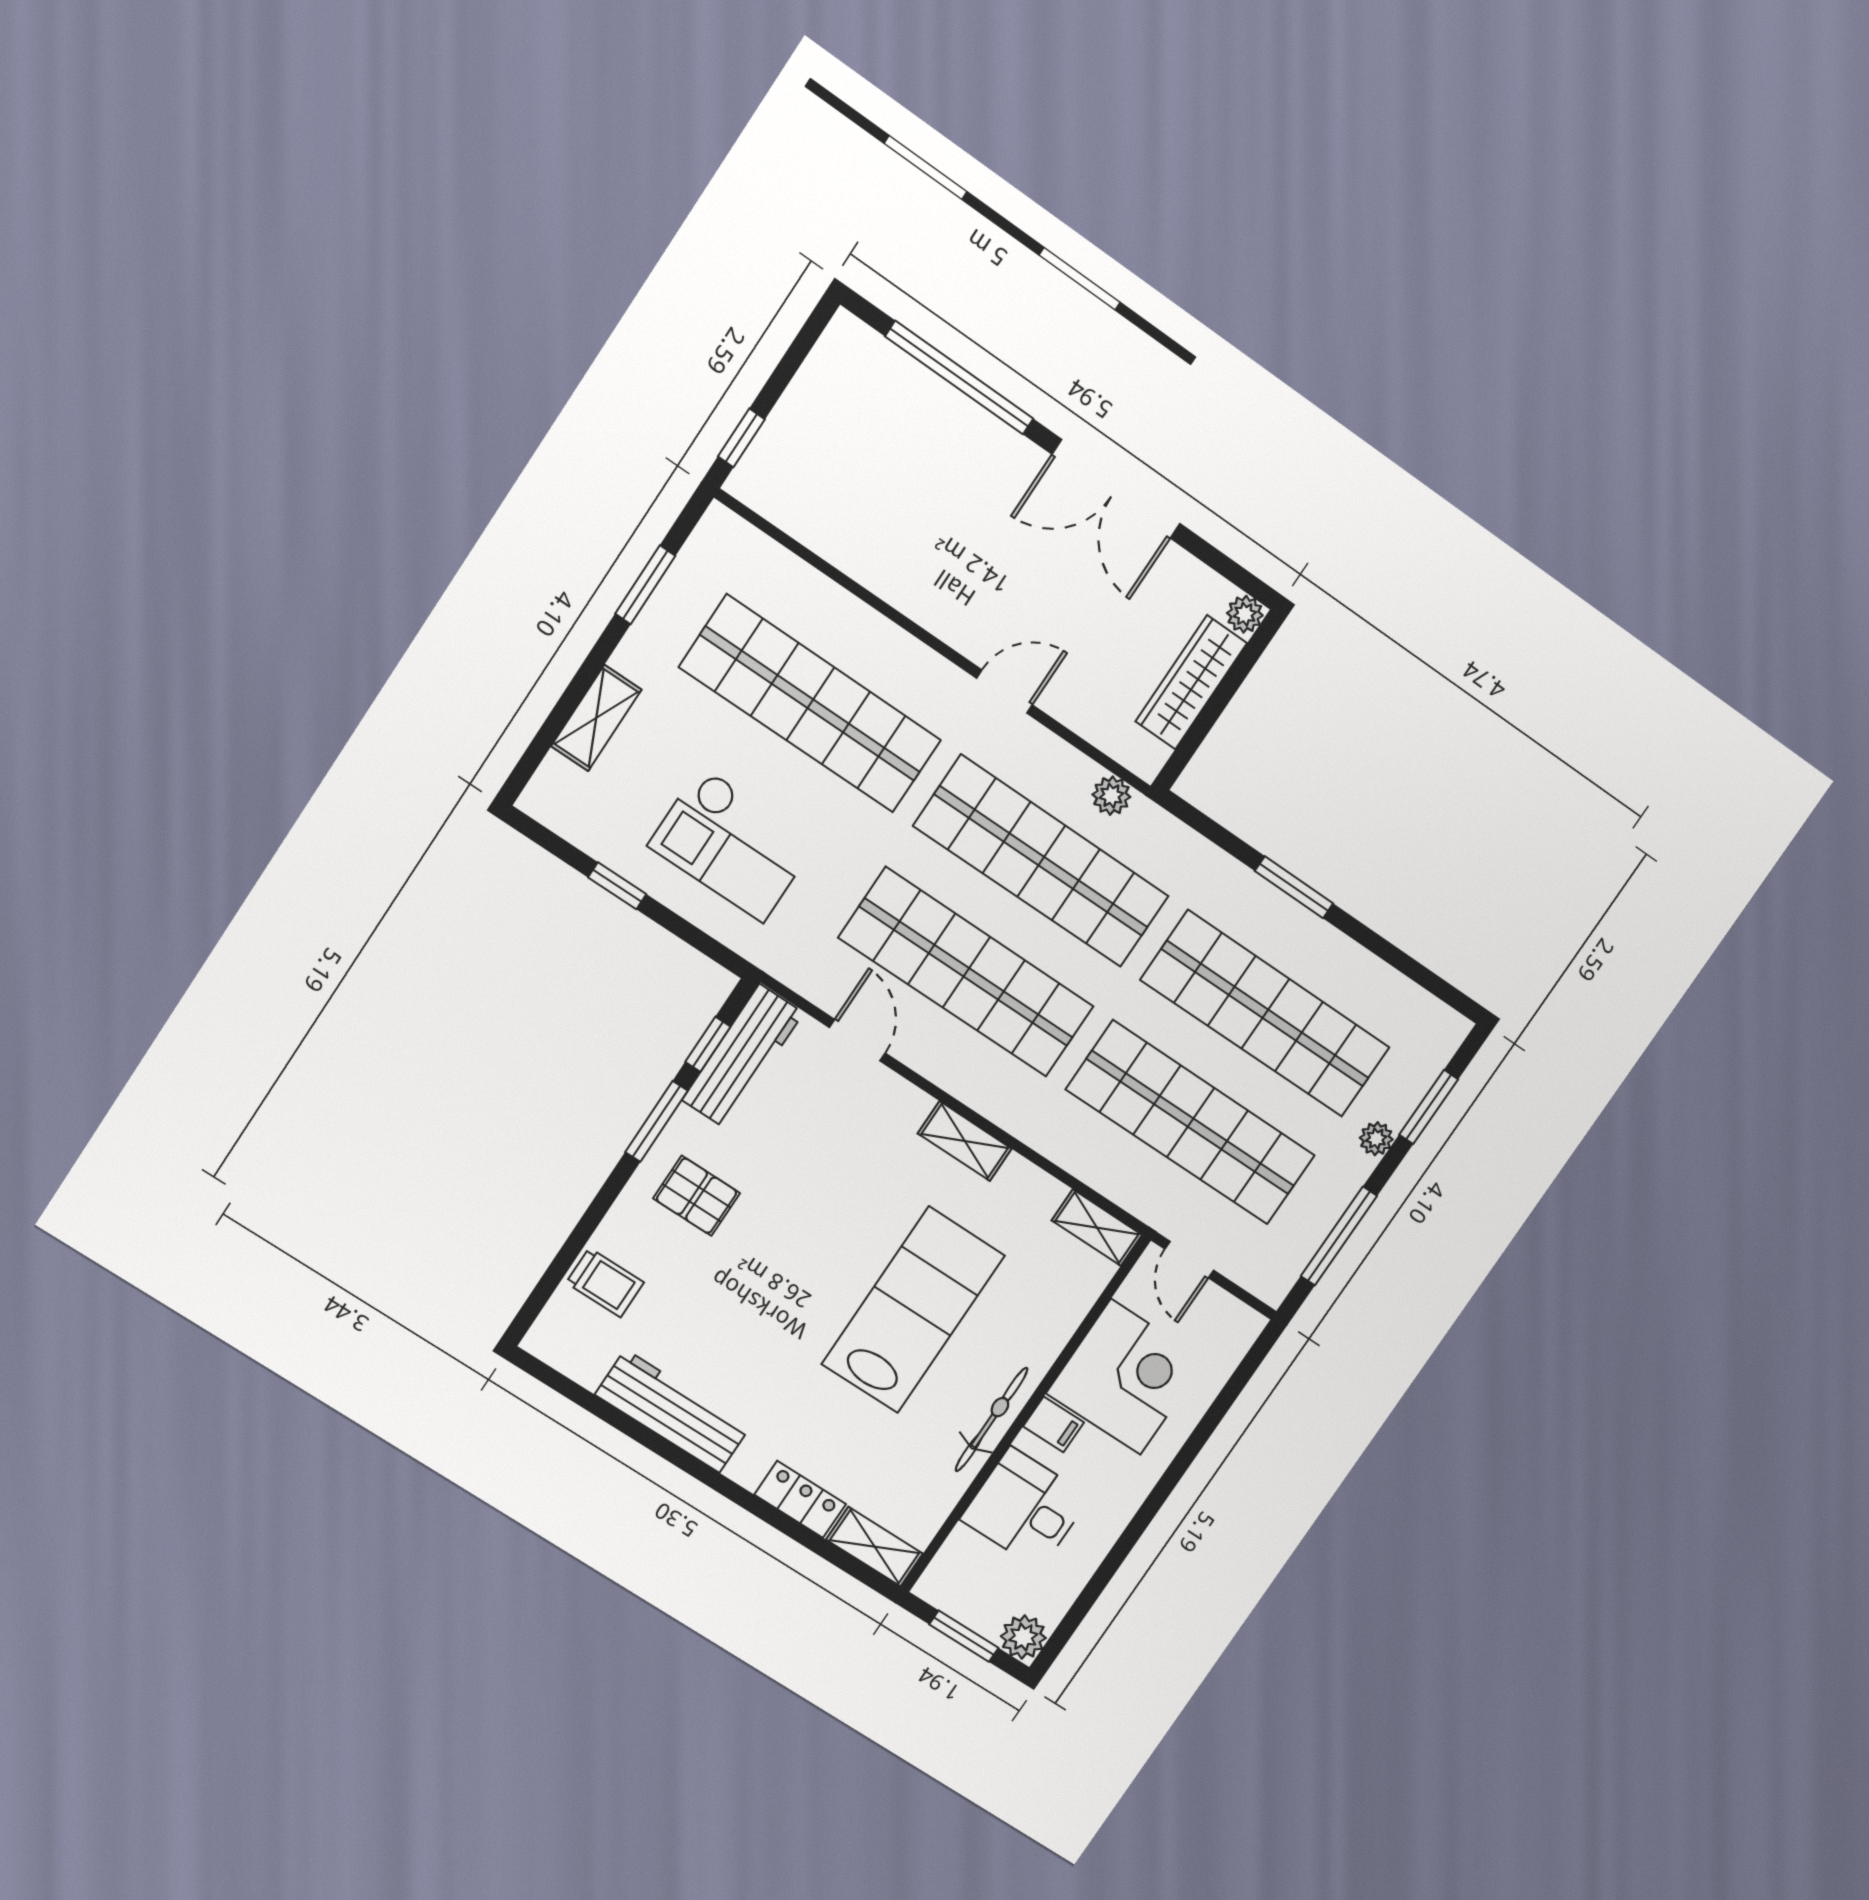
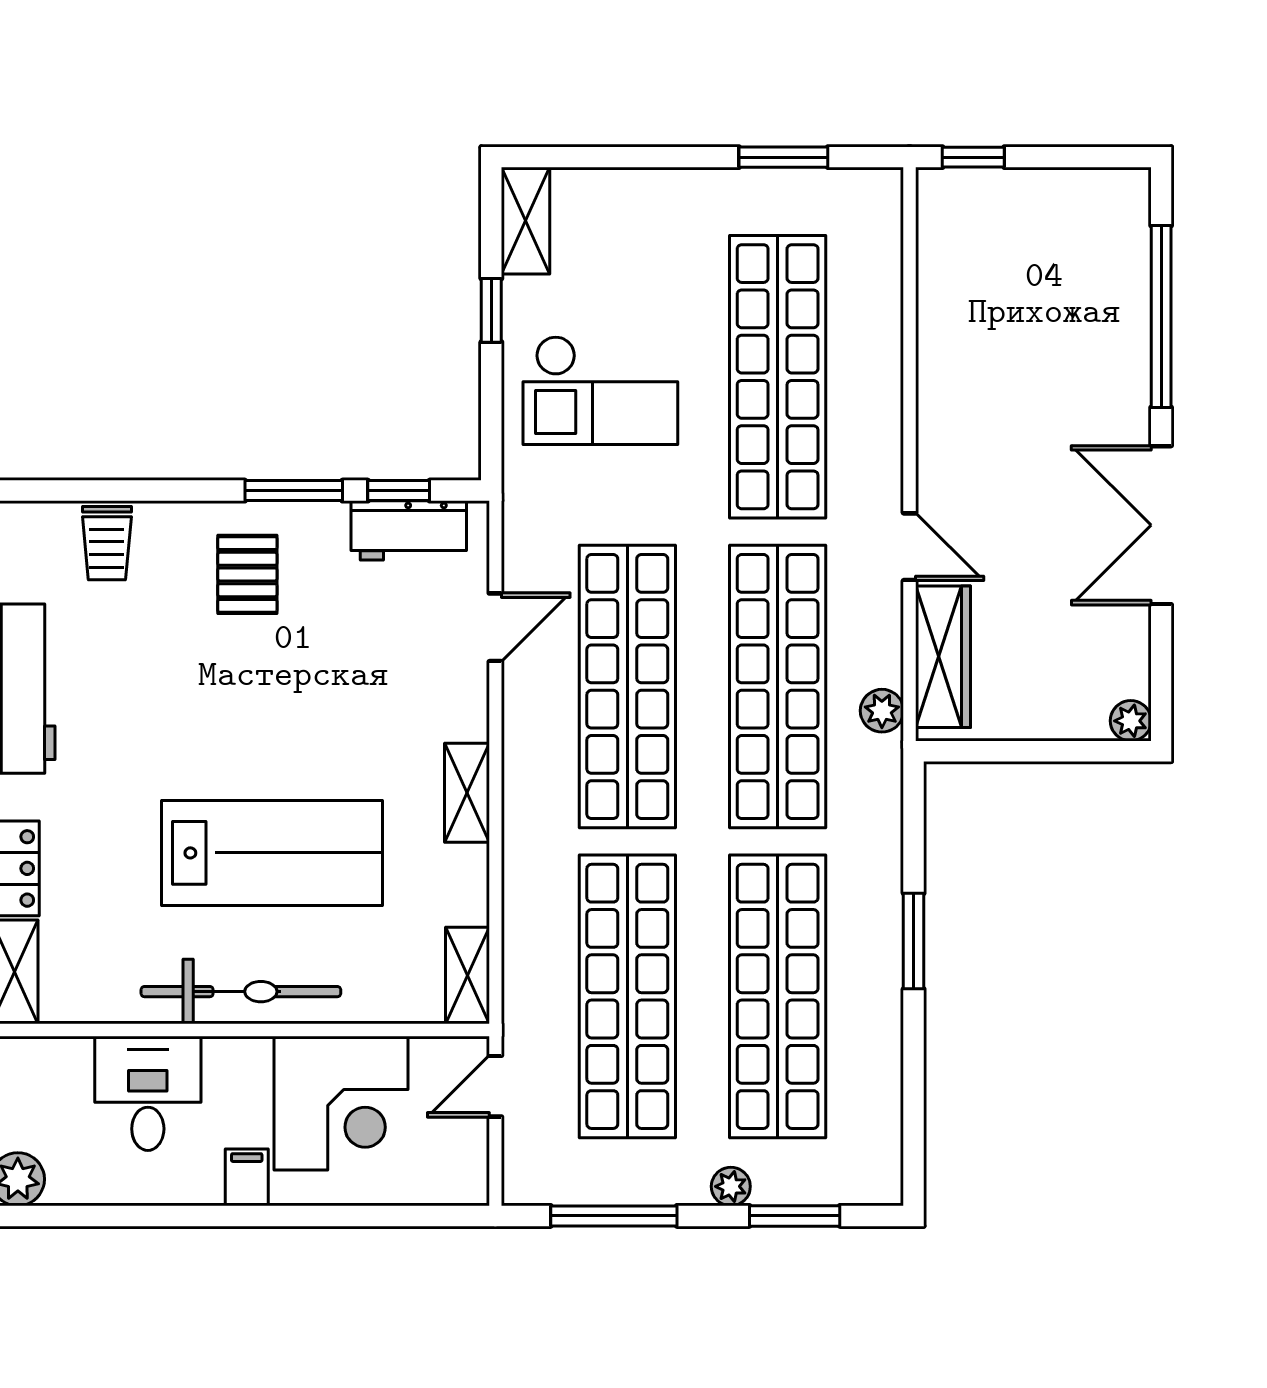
wardrobe: (1191, 682) -> (943, 657), moved, turned 90
shelving: (596, 718) -> (525, 221), moved, turned 90
checkout: (732, 844) -> (600, 390), turned -90
workbench: (743, 1056) -> (409, 530), width x0.73
bicycle: (991, 1420) -> (241, 992), width x1.37, depth x1.40
filing cabinet: (1054, 1424) -> (247, 1177), moved, turned 180

